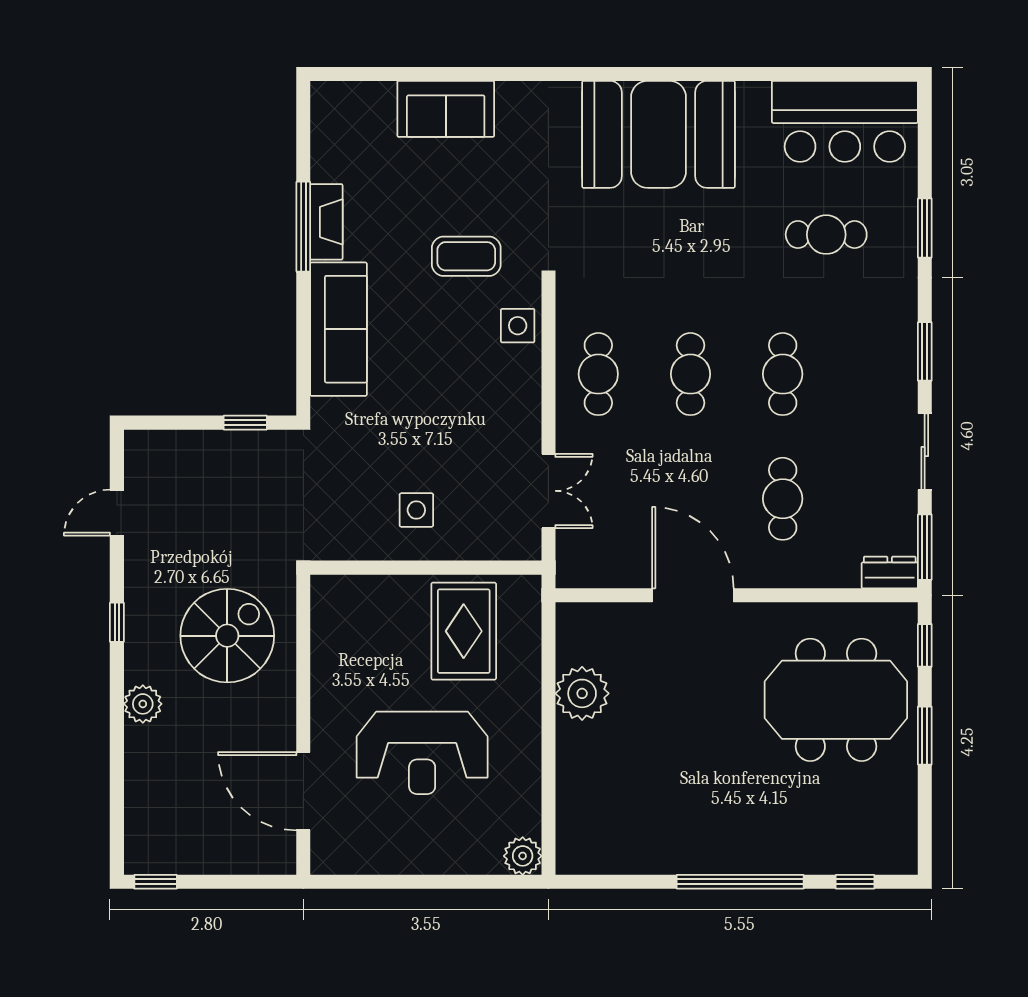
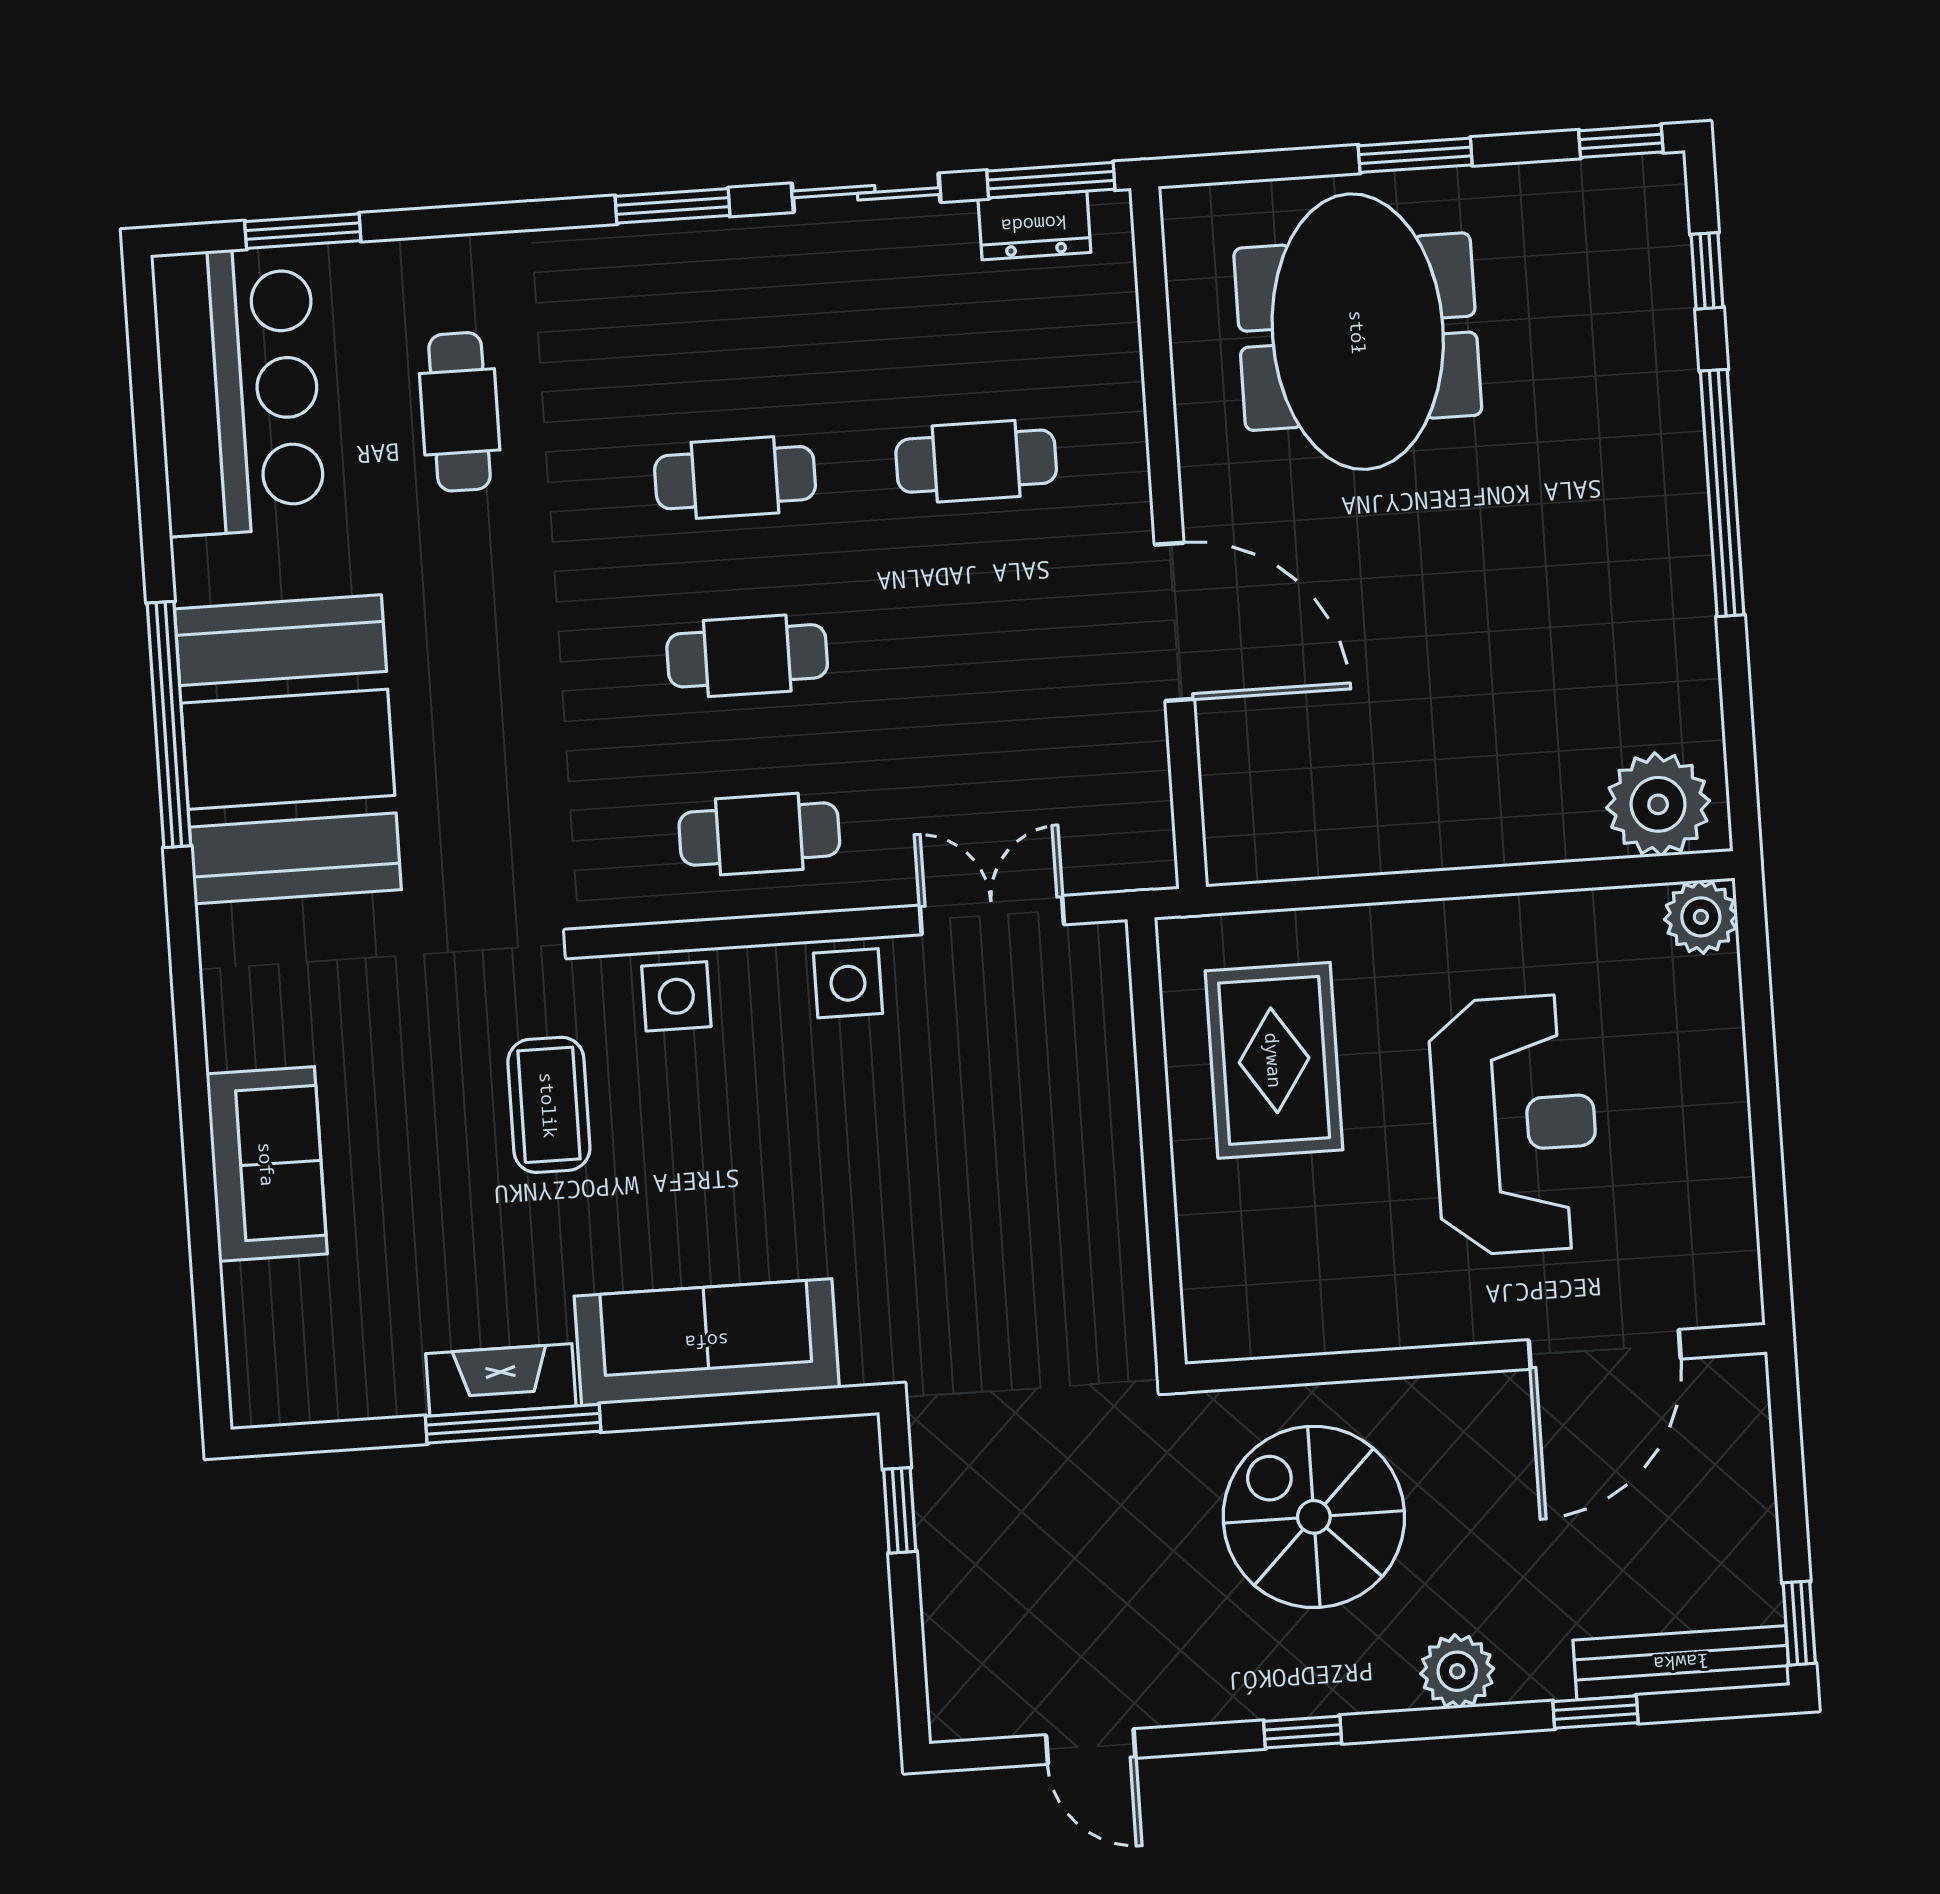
window: (675, 74) -> (169, 724), added
window: (925, 228) -> (303, 231), moved
side table: (416, 510) -> (848, 983), moved
dresser: (890, 572) -> (1034, 225), moved, turned -90
door: (693, 595) -> (1174, 622), swing flipped
rug: (464, 631) -> (1274, 1060), turned 90
window: (925, 645) -> (1621, 141), moved
plant: (582, 693) -> (1658, 804), moved
window: (117, 774) -> (1595, 1712), added
bench: (139, 820) -> (1681, 1663), added

